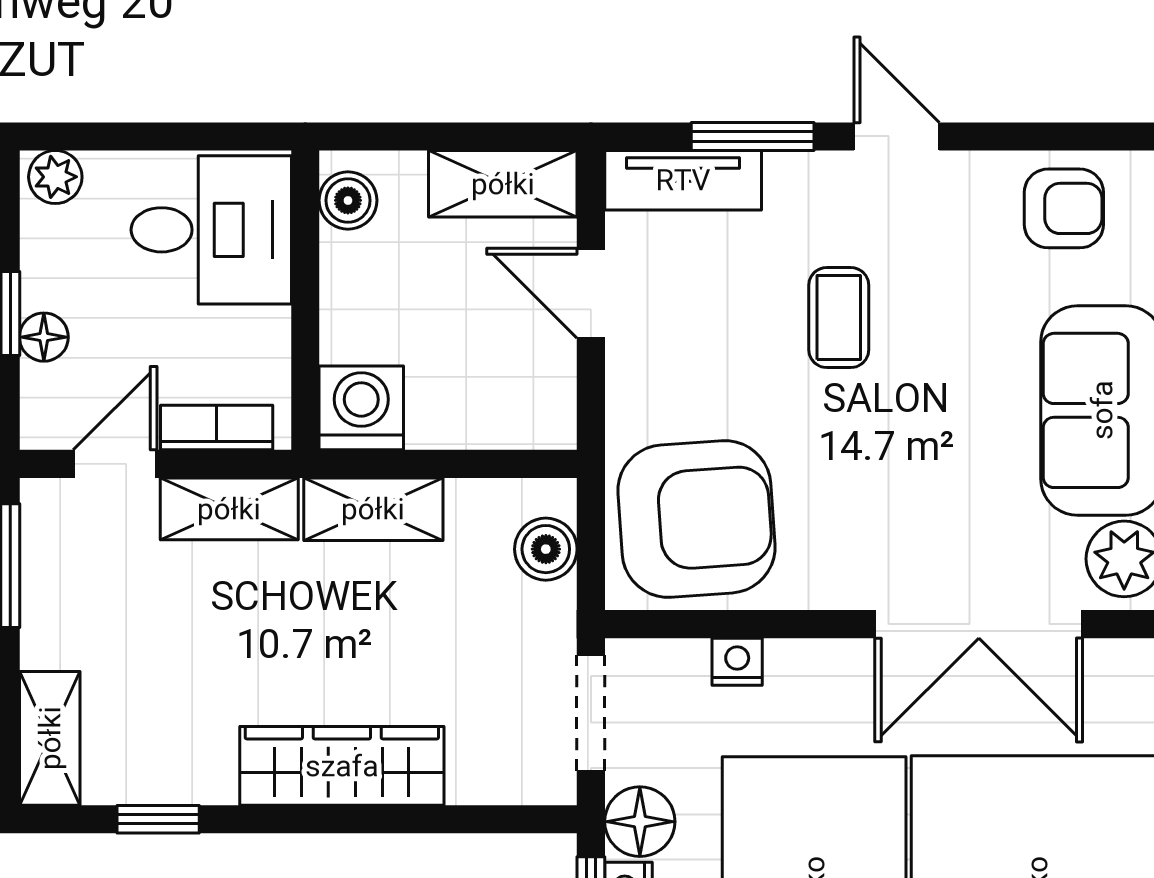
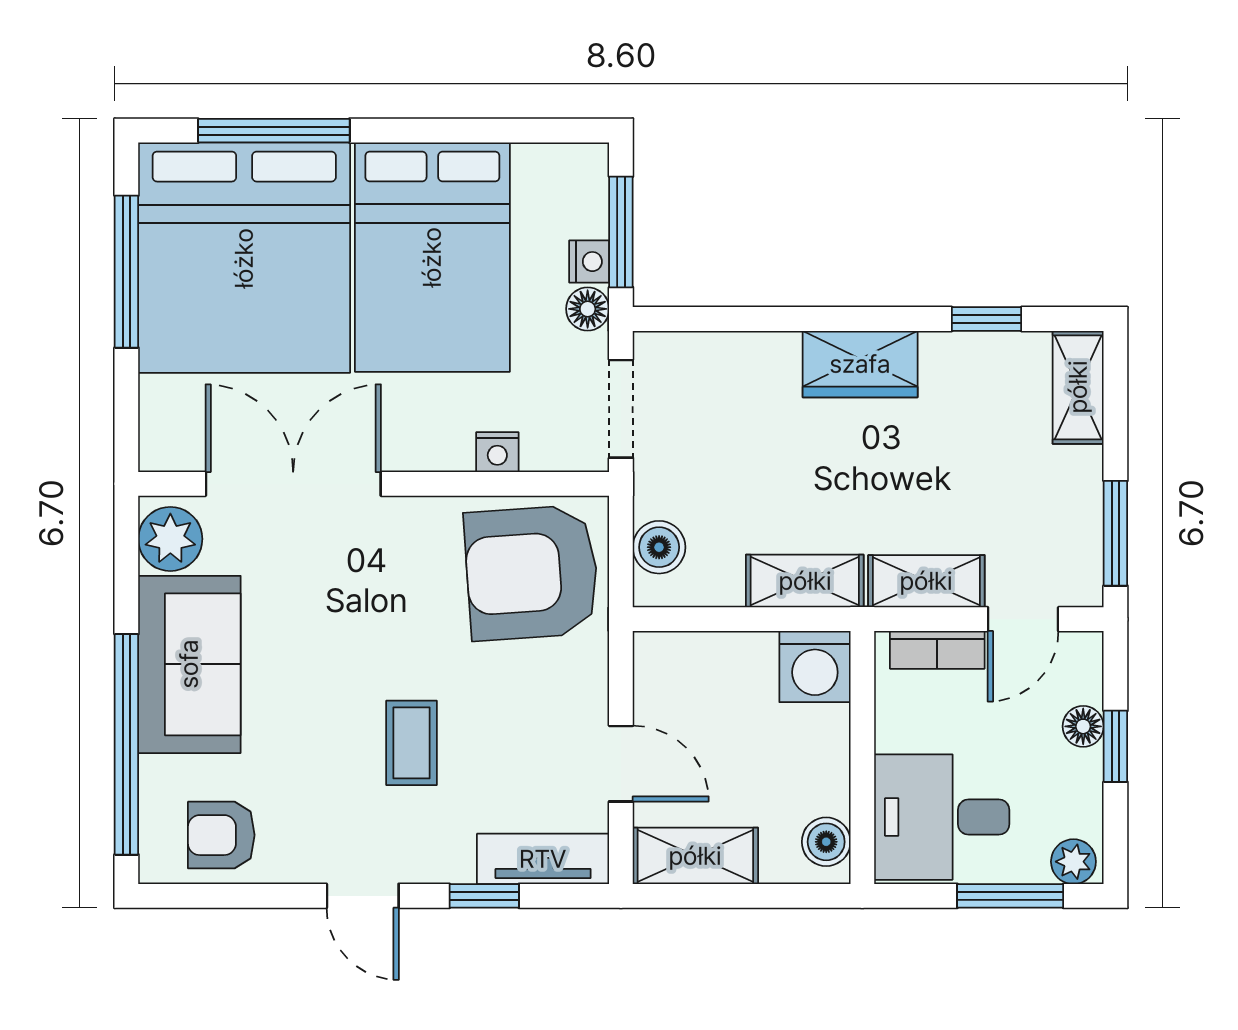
window: (130, 136) -> (1010, 896), added
window: (753, 136) -> (484, 896), width x0.67
wardrobe: (342, 766) -> (860, 364), width x0.67
floor lamp: (640, 822) -> (588, 309), width x0.73, depth x0.73

